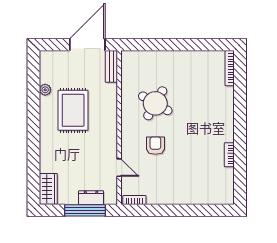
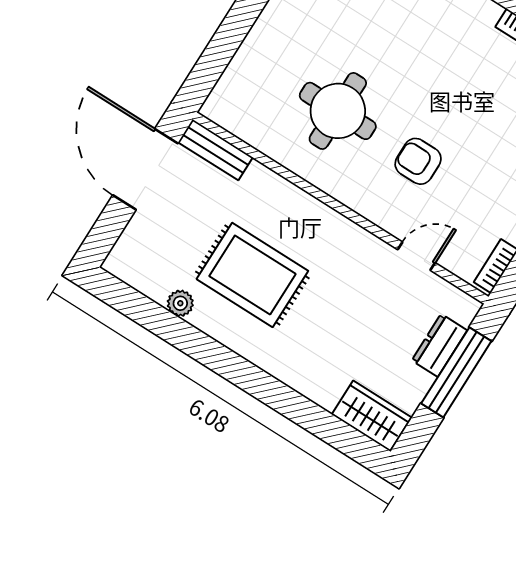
round table: (155, 103) -> (338, 111), turned -30

